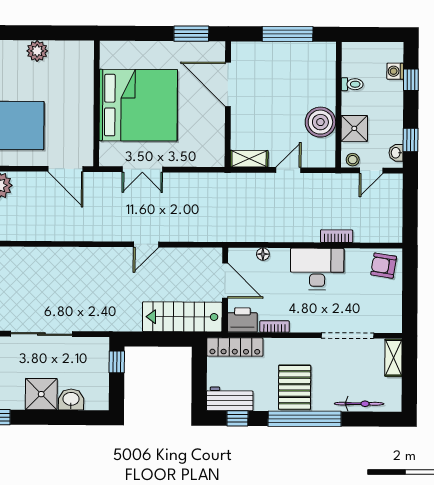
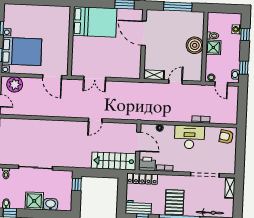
plant: (37, 51) -> (39, 11), removed
bed: (138, 105) -> (95, 22), moved, width x0.73
boiler: (320, 122) -> (195, 45), moved
shower: (354, 128) -> (213, 47), moved
door: (371, 171) -> (221, 84), hinge flipped

